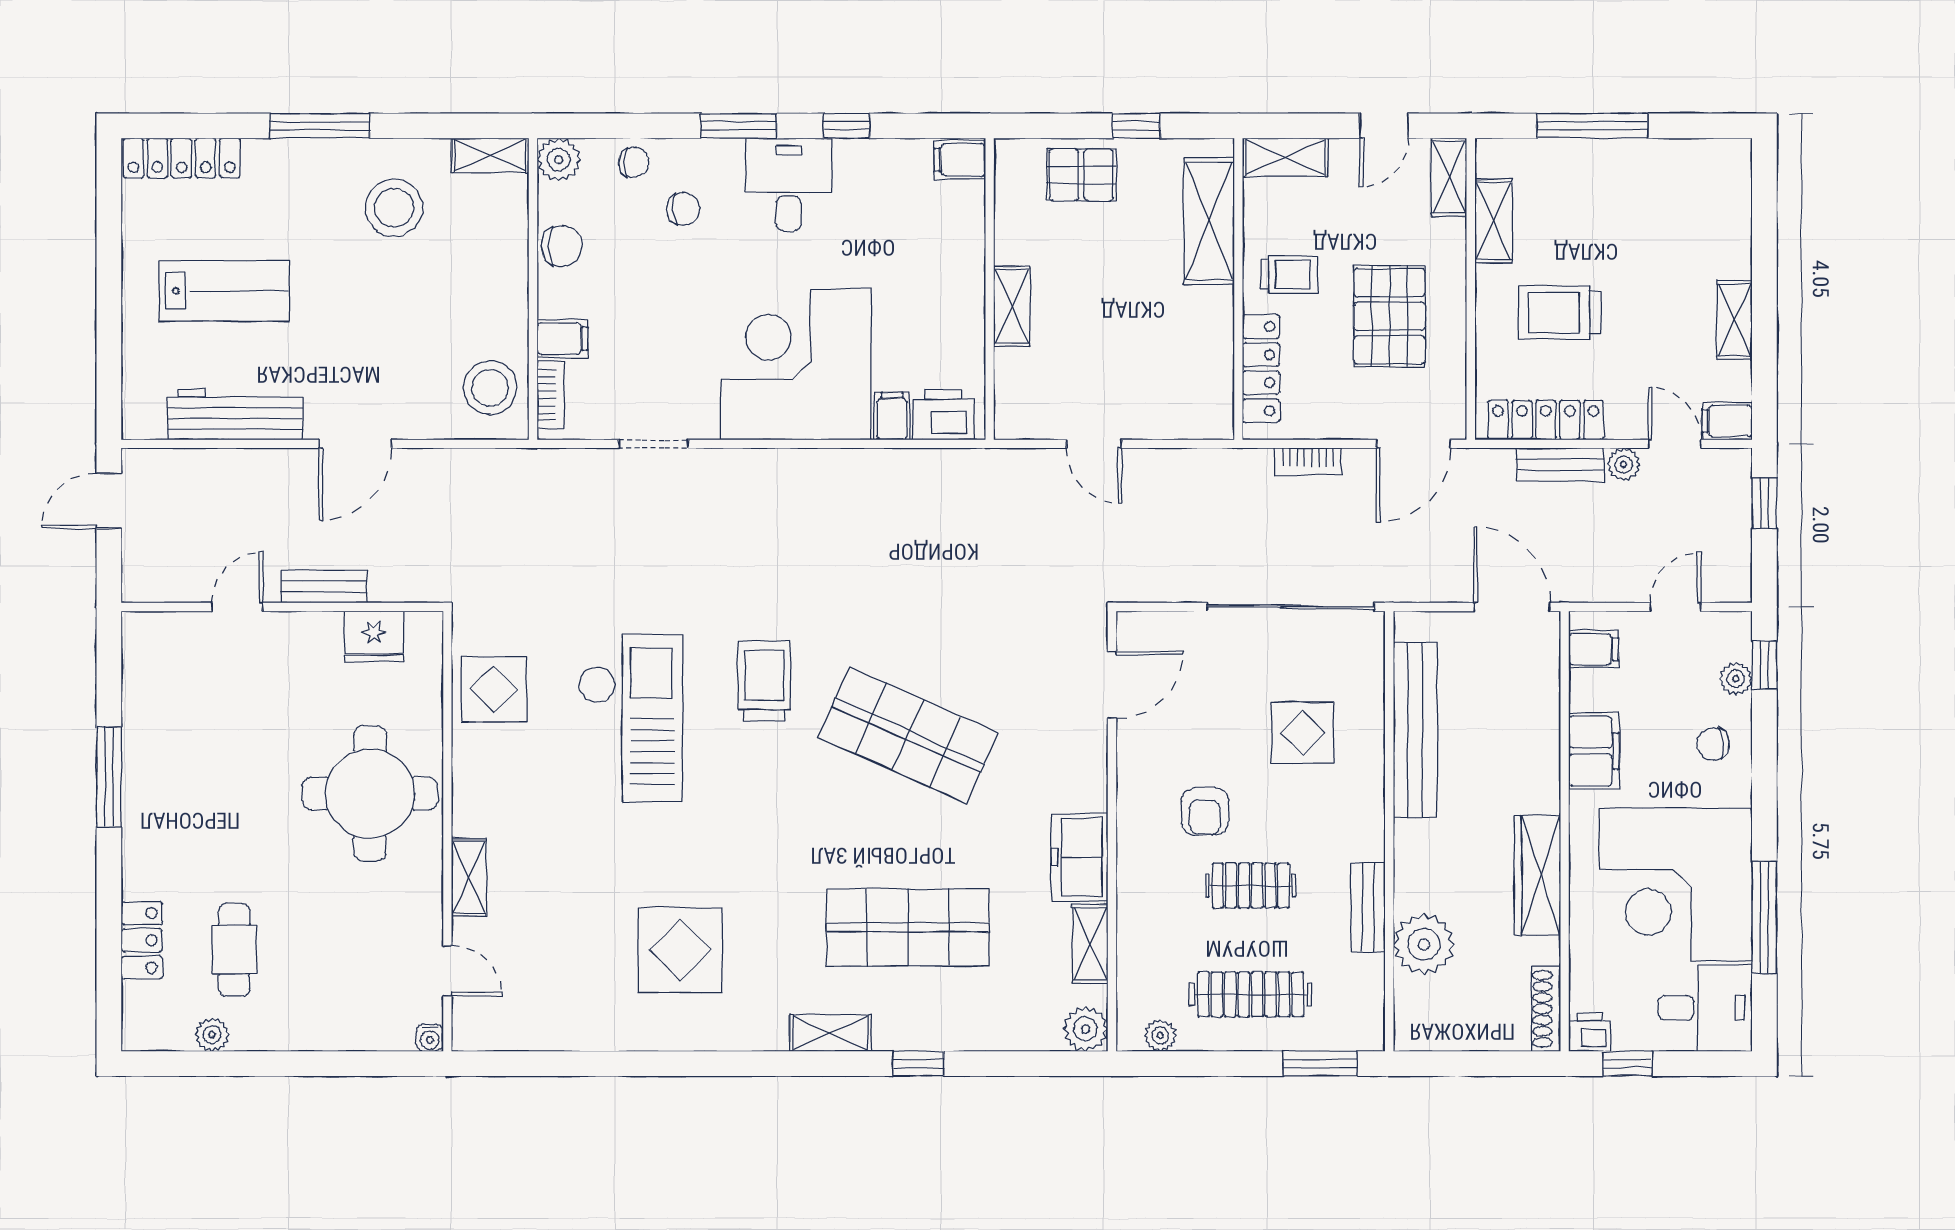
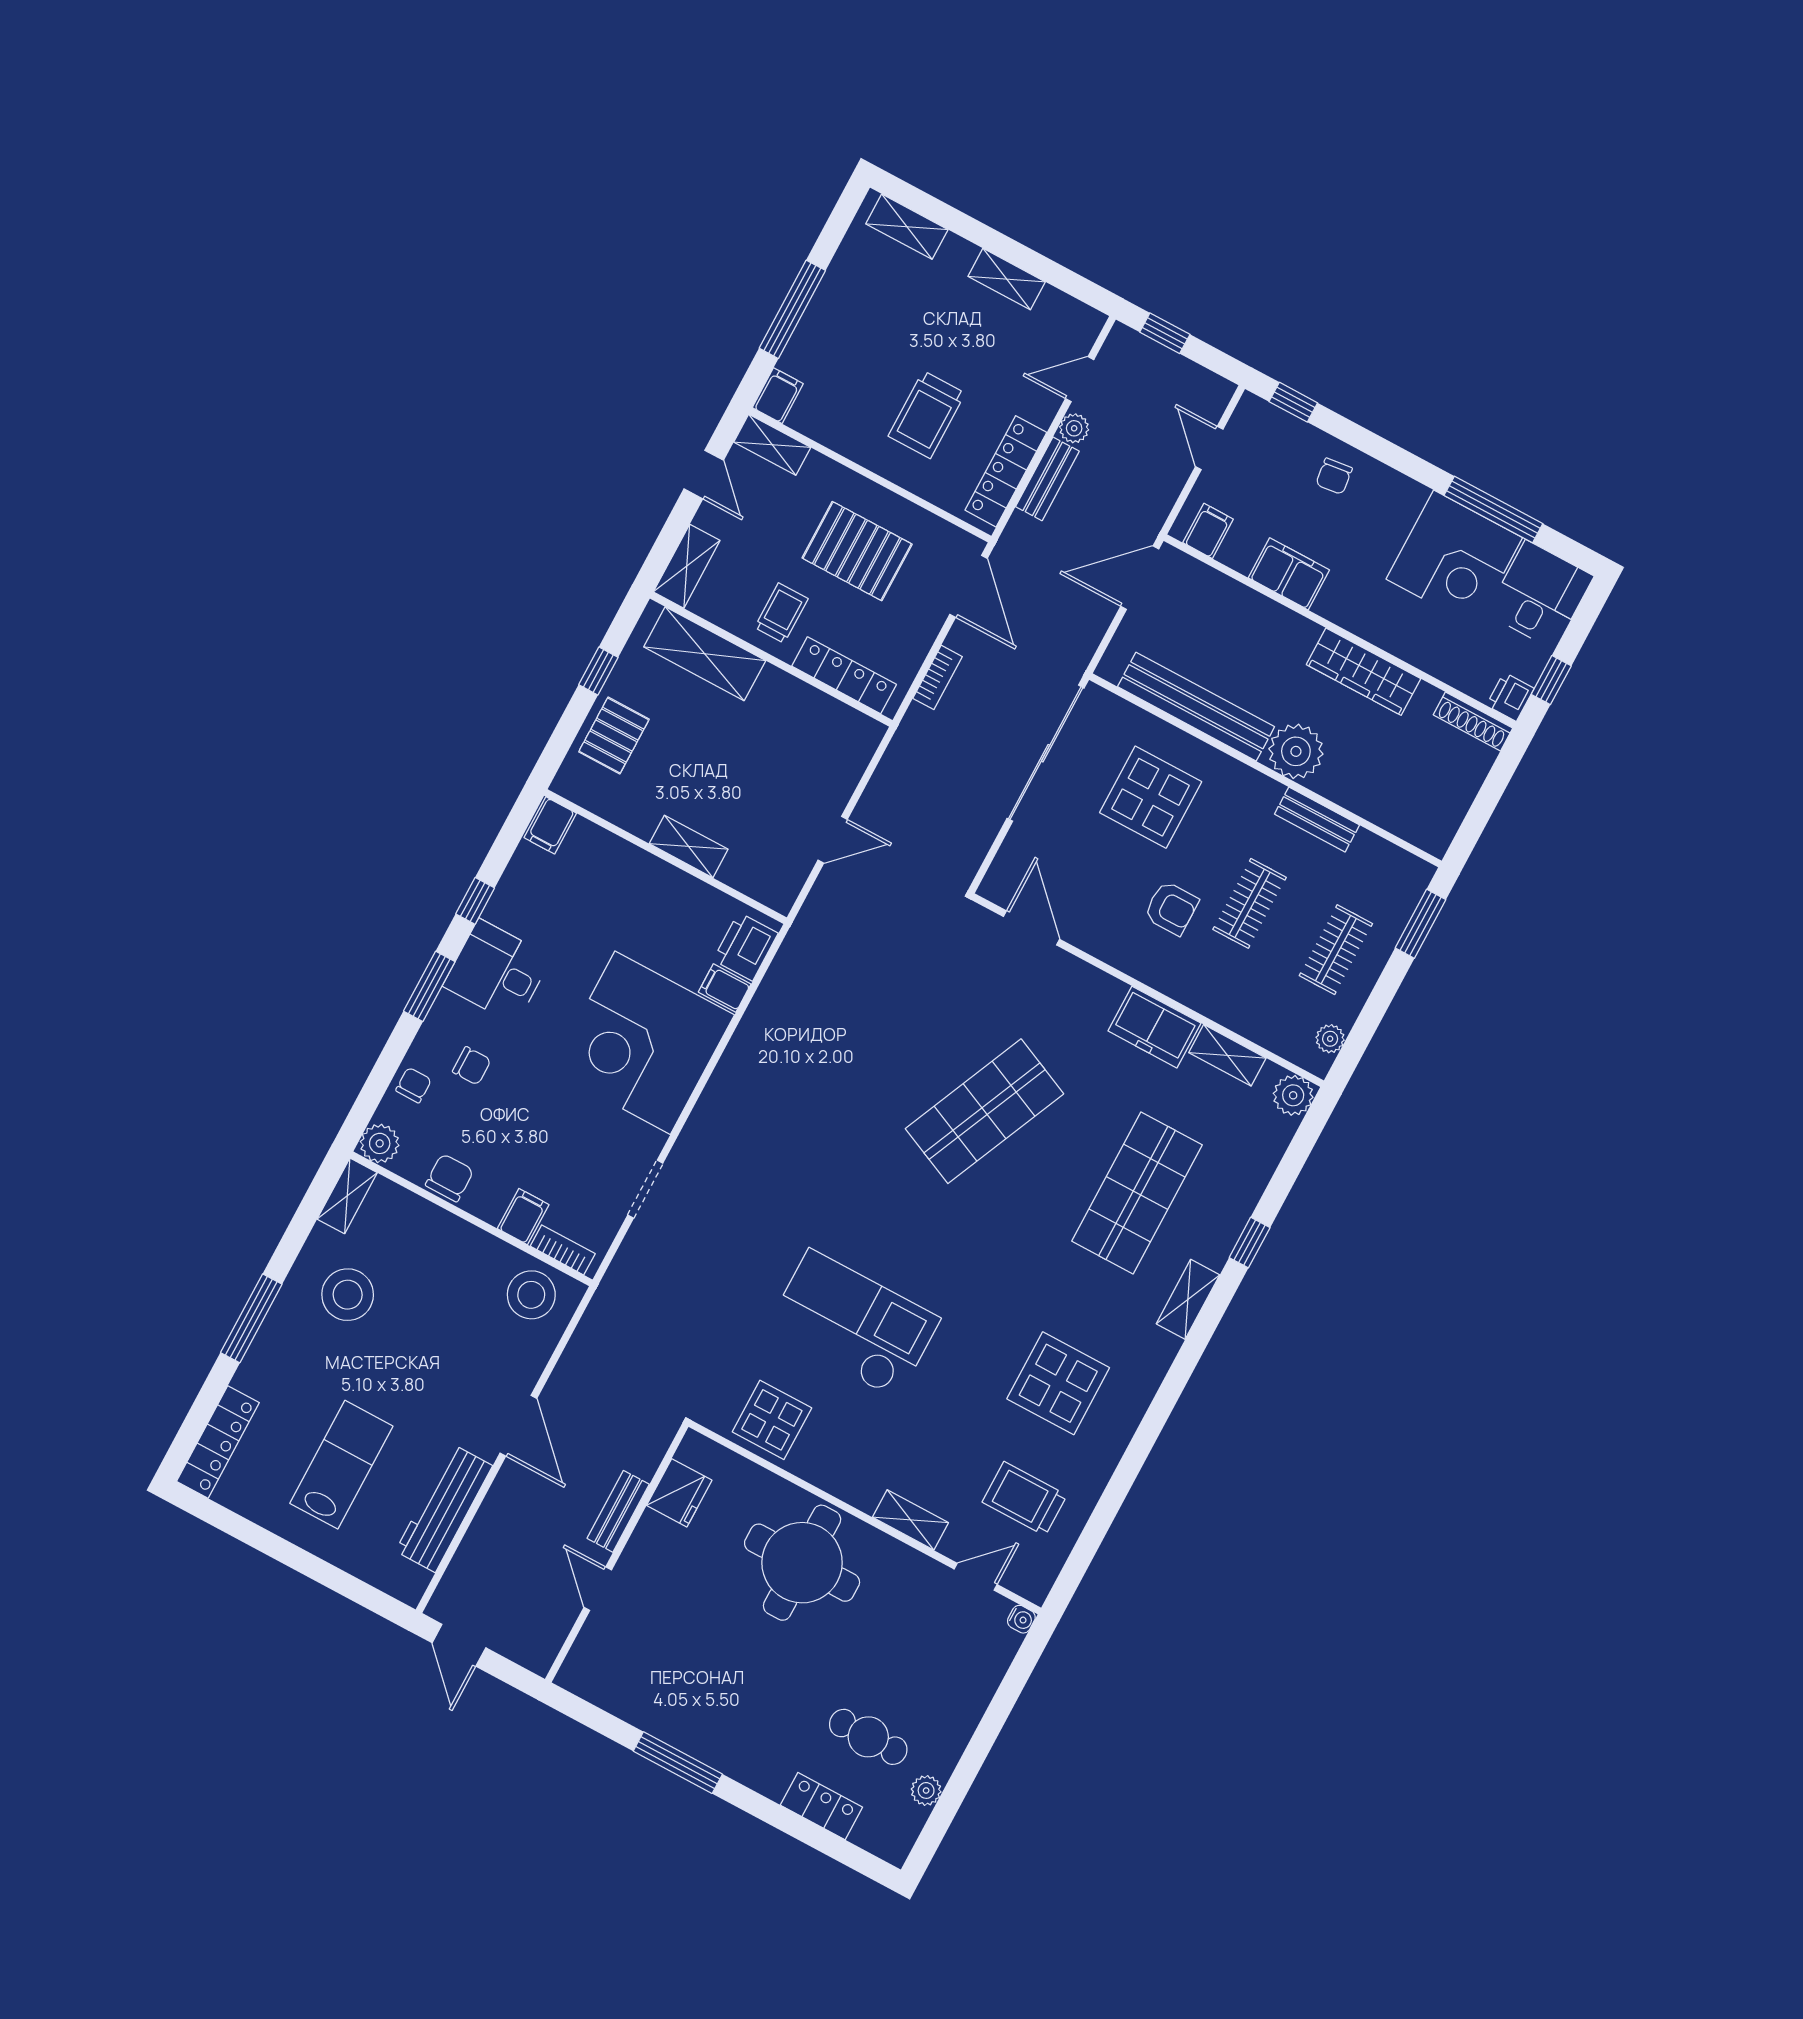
chair: (683, 209) -> (472, 1066), turned 92
shelving: (1494, 221) -> (907, 227), moved
filing cabinet: (1727, 421) -> (778, 396), moved, turned 180
plant: (1736, 679) -> (1292, 431), removed
trolley: (764, 681) -> (1025, 1499), moved
display table: (1303, 733) -> (1151, 797), width x1.36, depth x1.36
corner desk: (1676, 885) -> (1454, 558), width x0.74, depth x0.74
plant: (1424, 944) -> (1296, 751), moved
clothes rail: (1251, 994) -> (1336, 950), width x0.73

